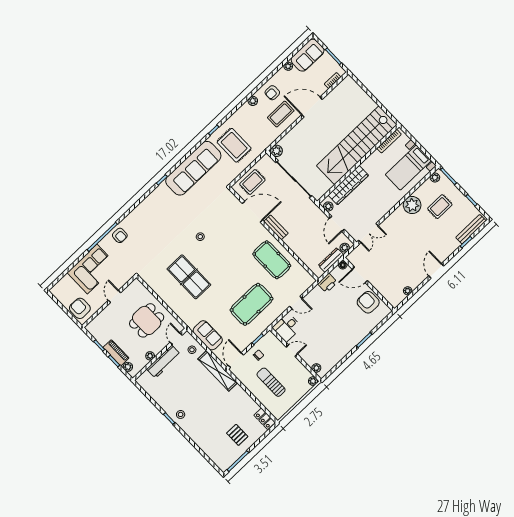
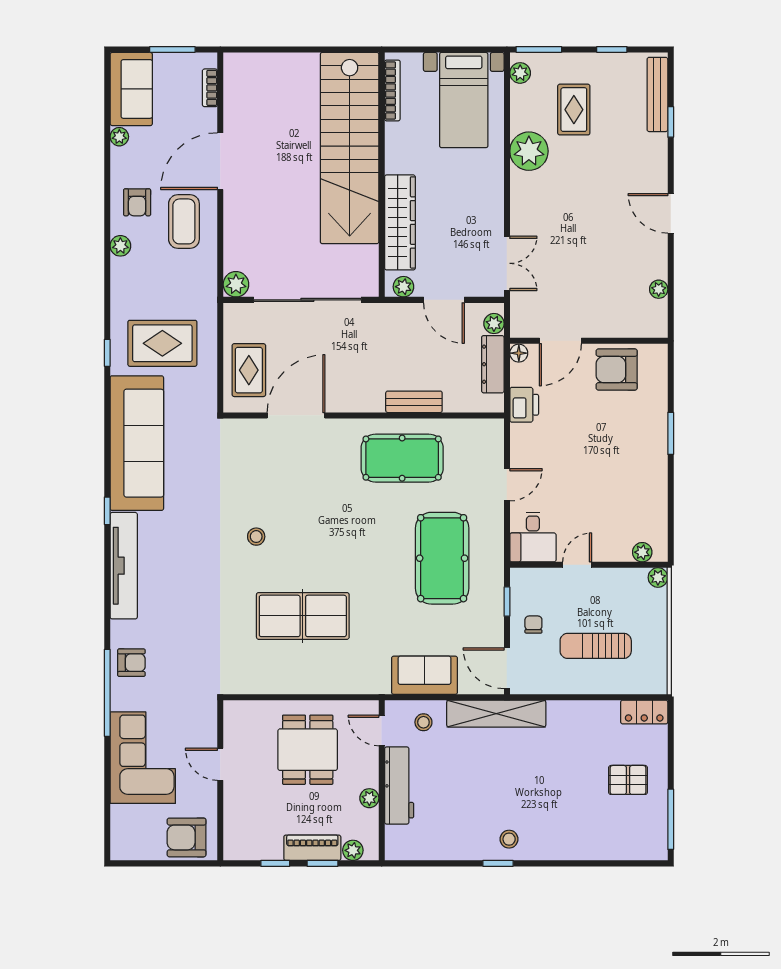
tv unit: (149, 202) -> (124, 566), added
bench: (276, 227) -> (414, 402), moved

